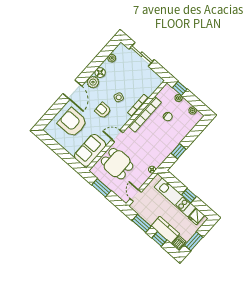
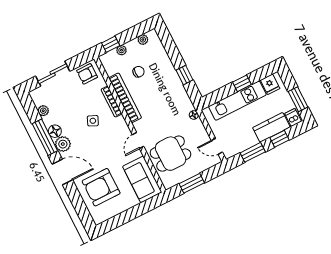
window: (93, 67) -> (45, 137), added
armchair: (103, 110) -> (87, 74), moved

